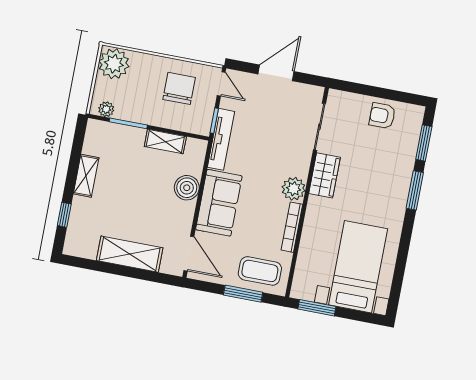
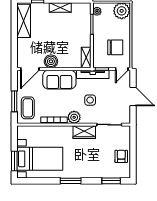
shelving: (165, 142) -> (86, 57), moved
side table: (267, 153) -> (90, 100), added
boiler: (187, 188) -> (51, 61), moved
window: (415, 190) -> (71, 181), moved
shelving: (130, 254) -> (24, 21), moved
window: (317, 308) -> (14, 161), moved

